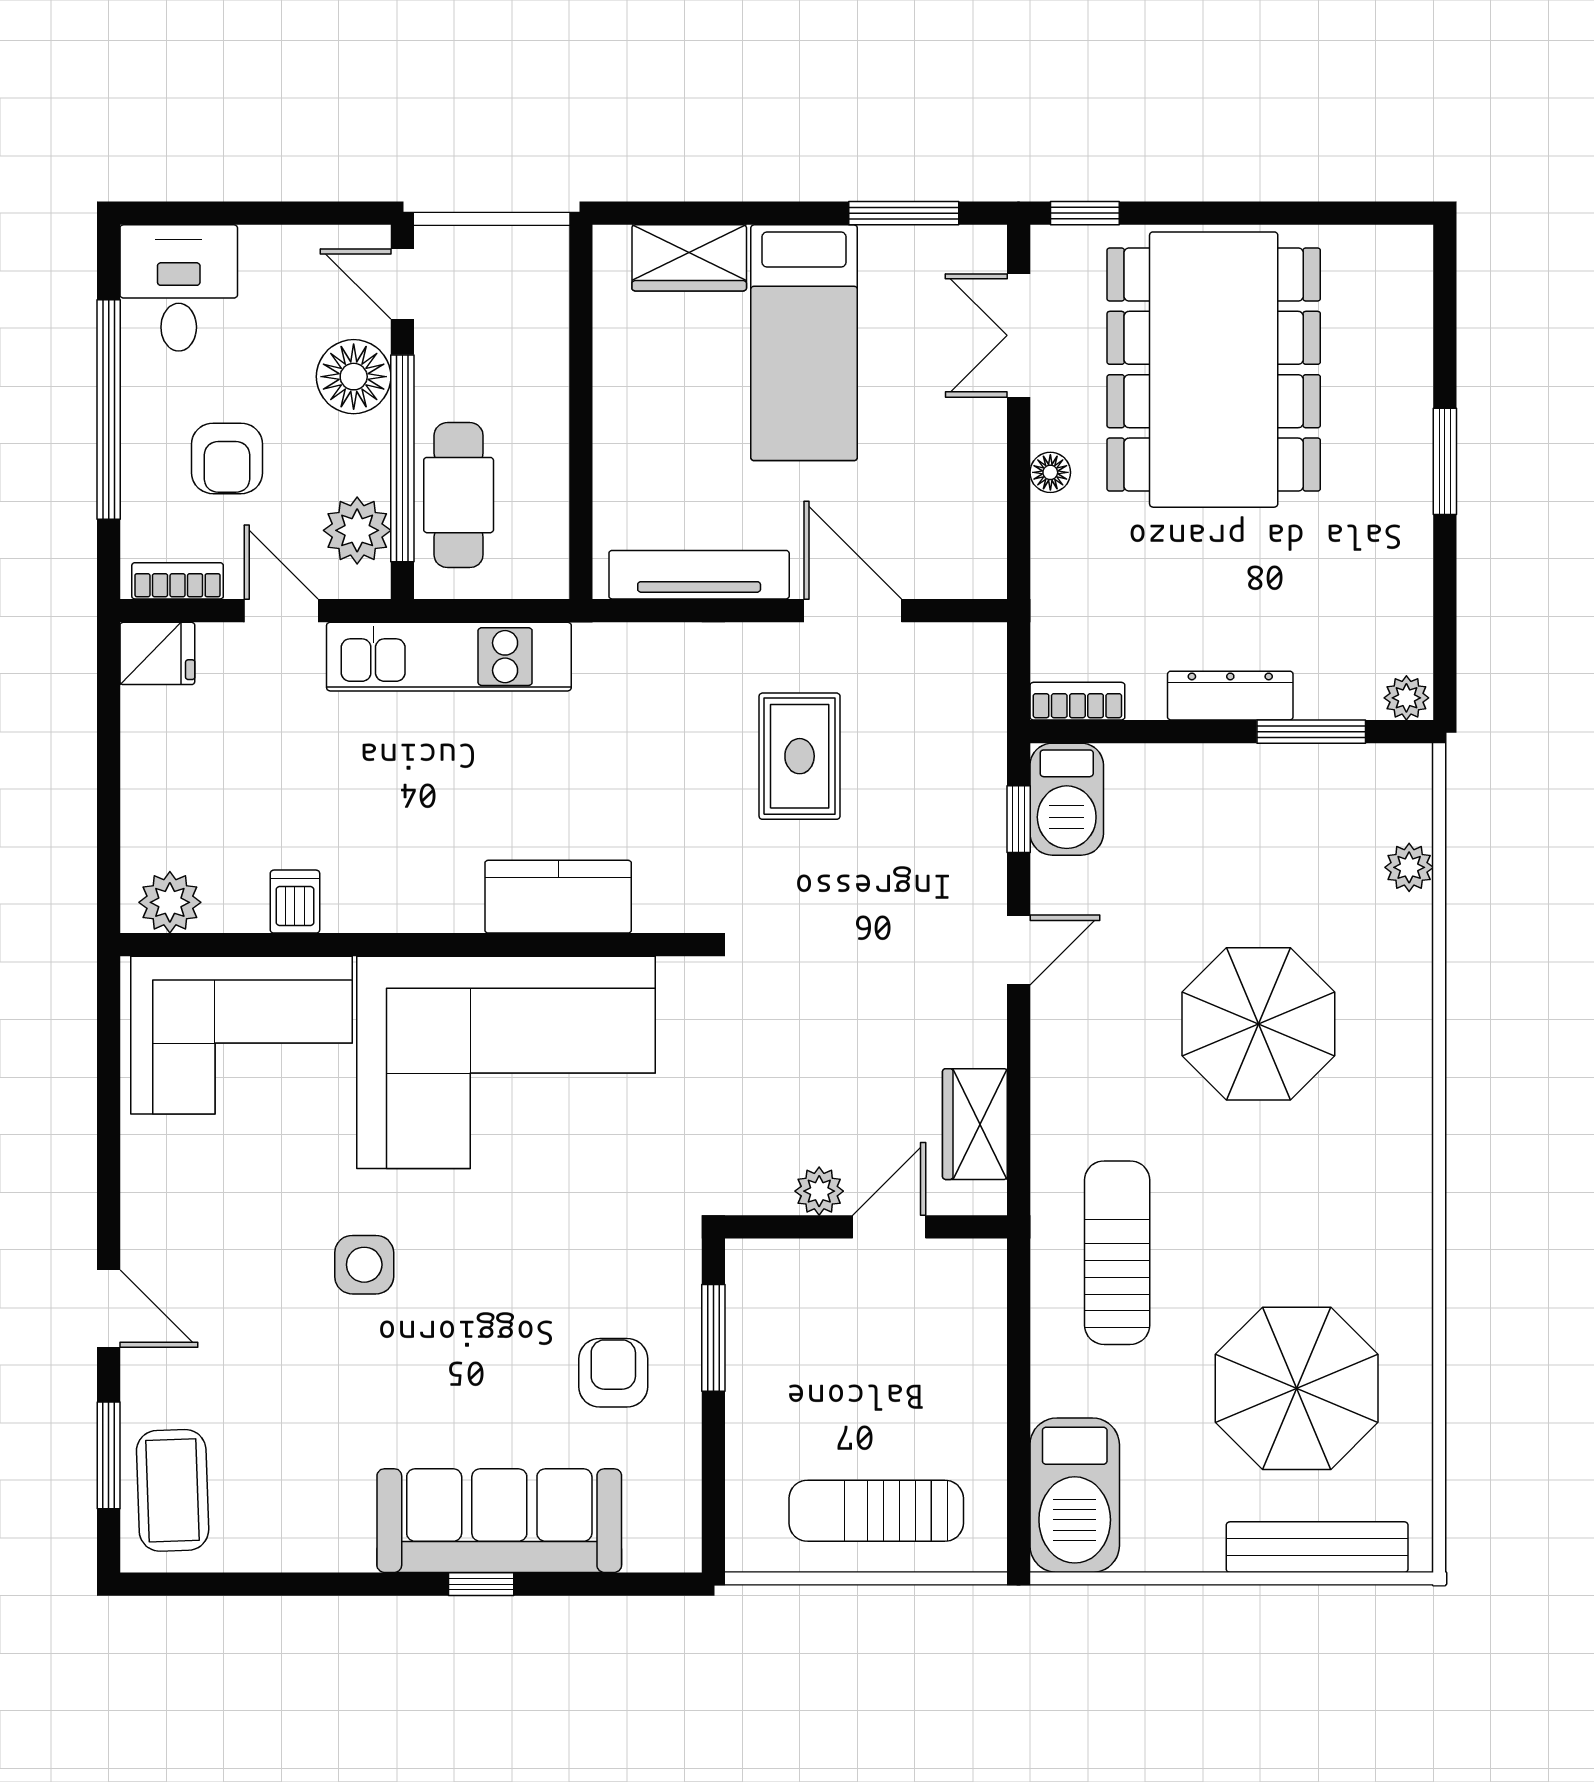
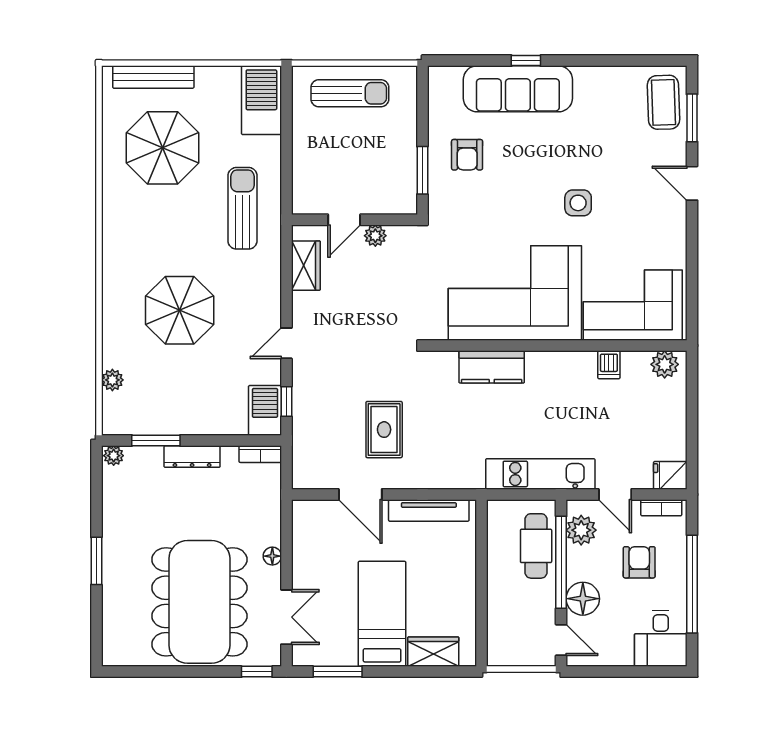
sun lounger: (1117, 1253) -> (242, 208), turned 180

